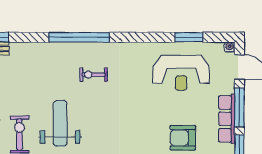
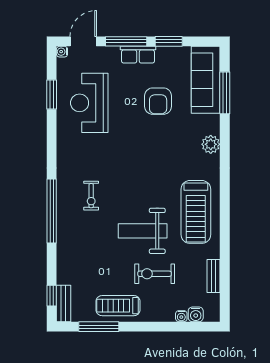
reception desk: (181, 73) -> (89, 103), turned 180
row of seats: (227, 119) -> (138, 55), width x0.68

